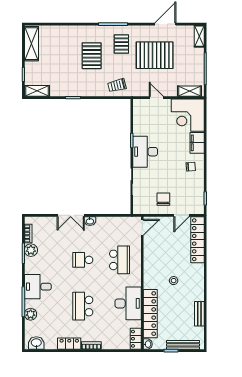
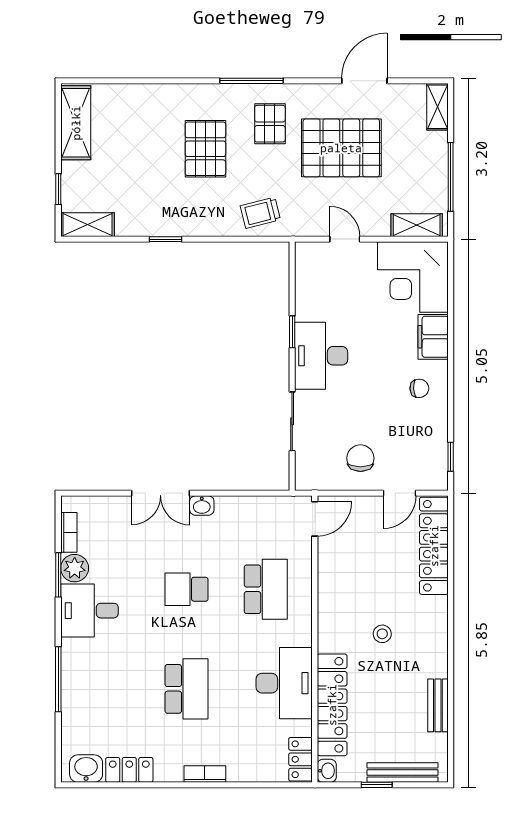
desk: (38, 287) -> (89, 611), moved
school desk: (83, 306) -> (187, 689), turned 180
plant: (31, 314) -> (74, 706), removed
locker: (69, 344) -> (129, 770), moved

